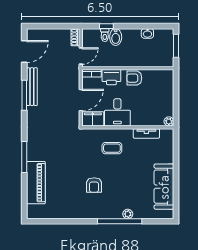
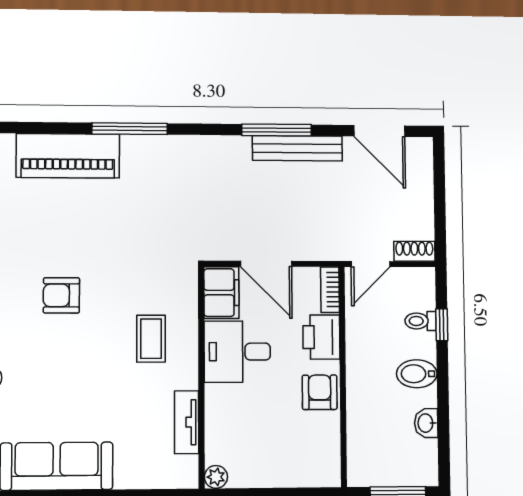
bidet: (116, 37) -> (417, 374), moved
door: (81, 56) -> (371, 264), hinge flipped

